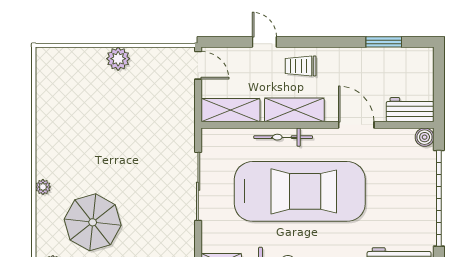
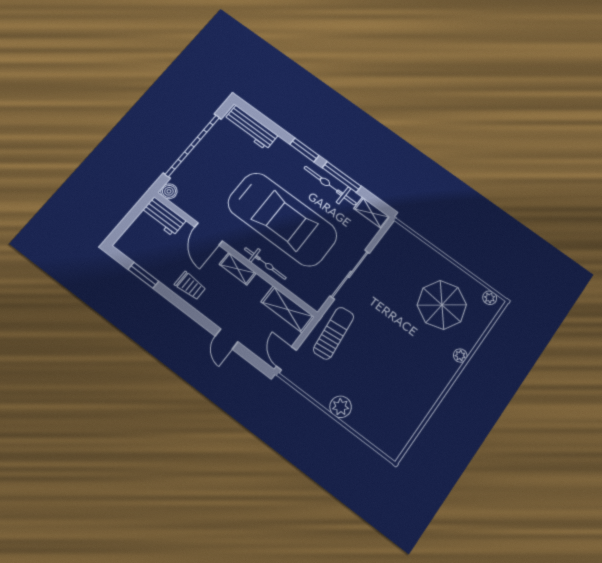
trolley: (301, 66) -> (190, 286), moved
shelving: (294, 110) -> (238, 269), width x0.67, depth x0.75
sun lounger: (173, 120) -> (334, 333), added
car: (300, 191) -> (282, 219), turned 180

